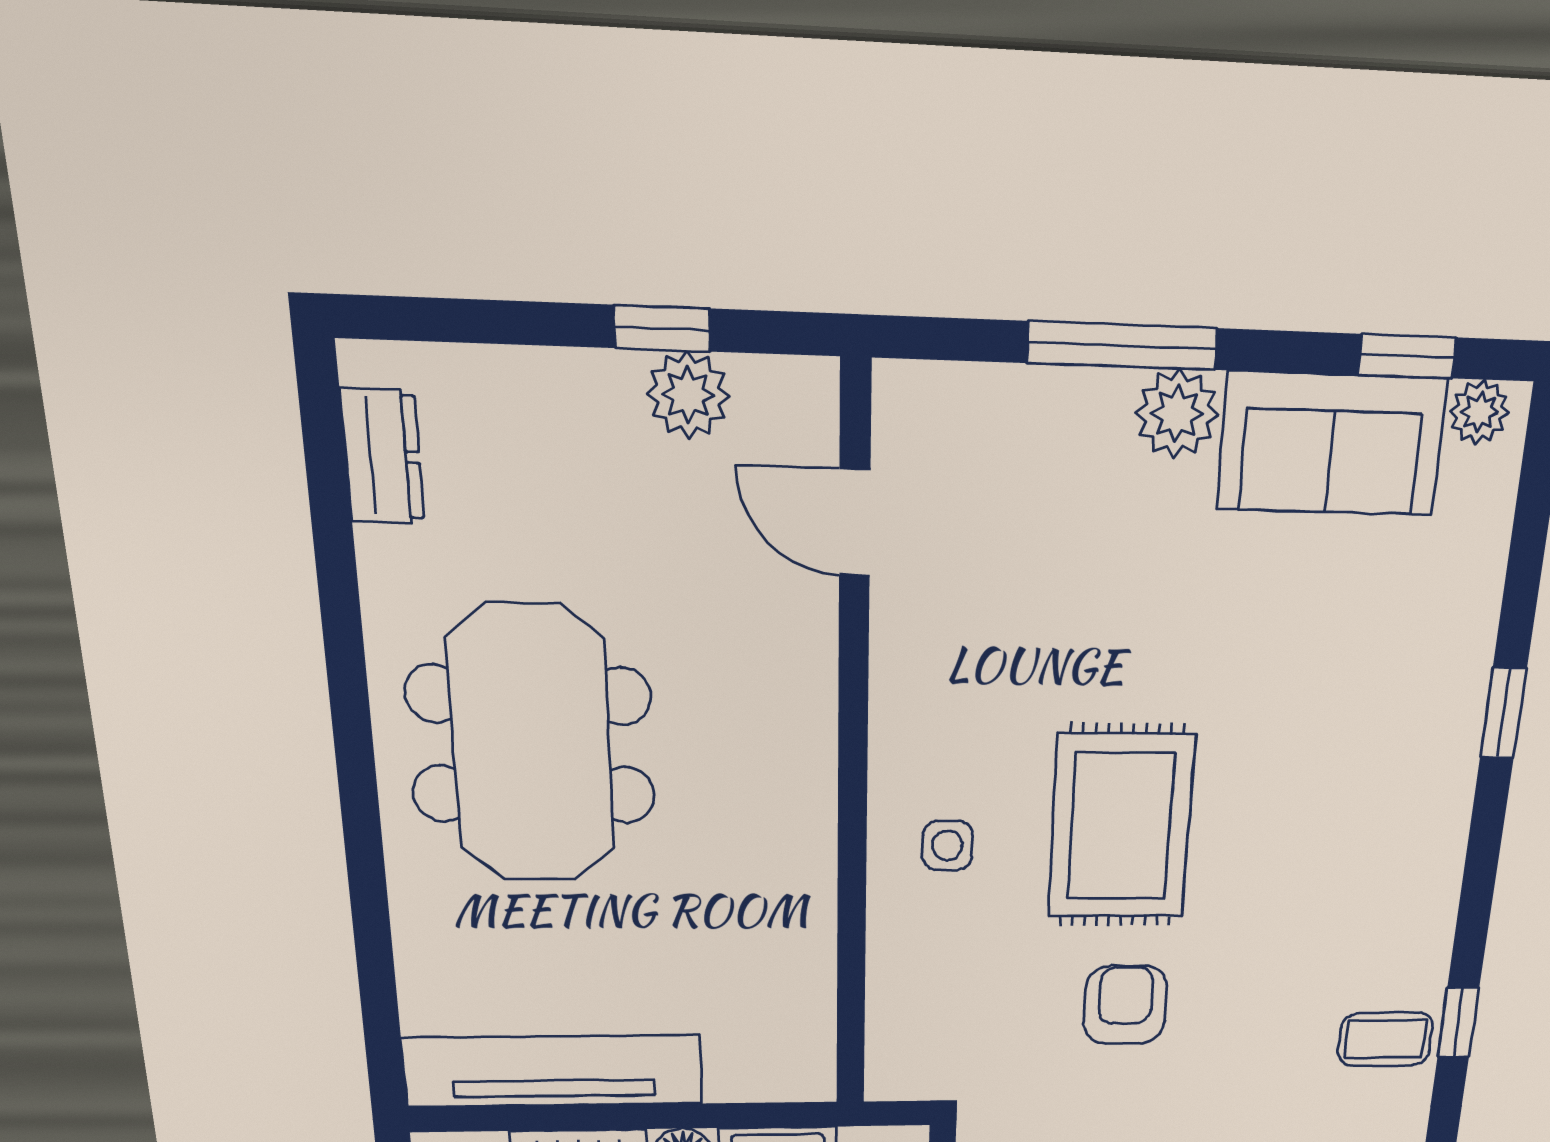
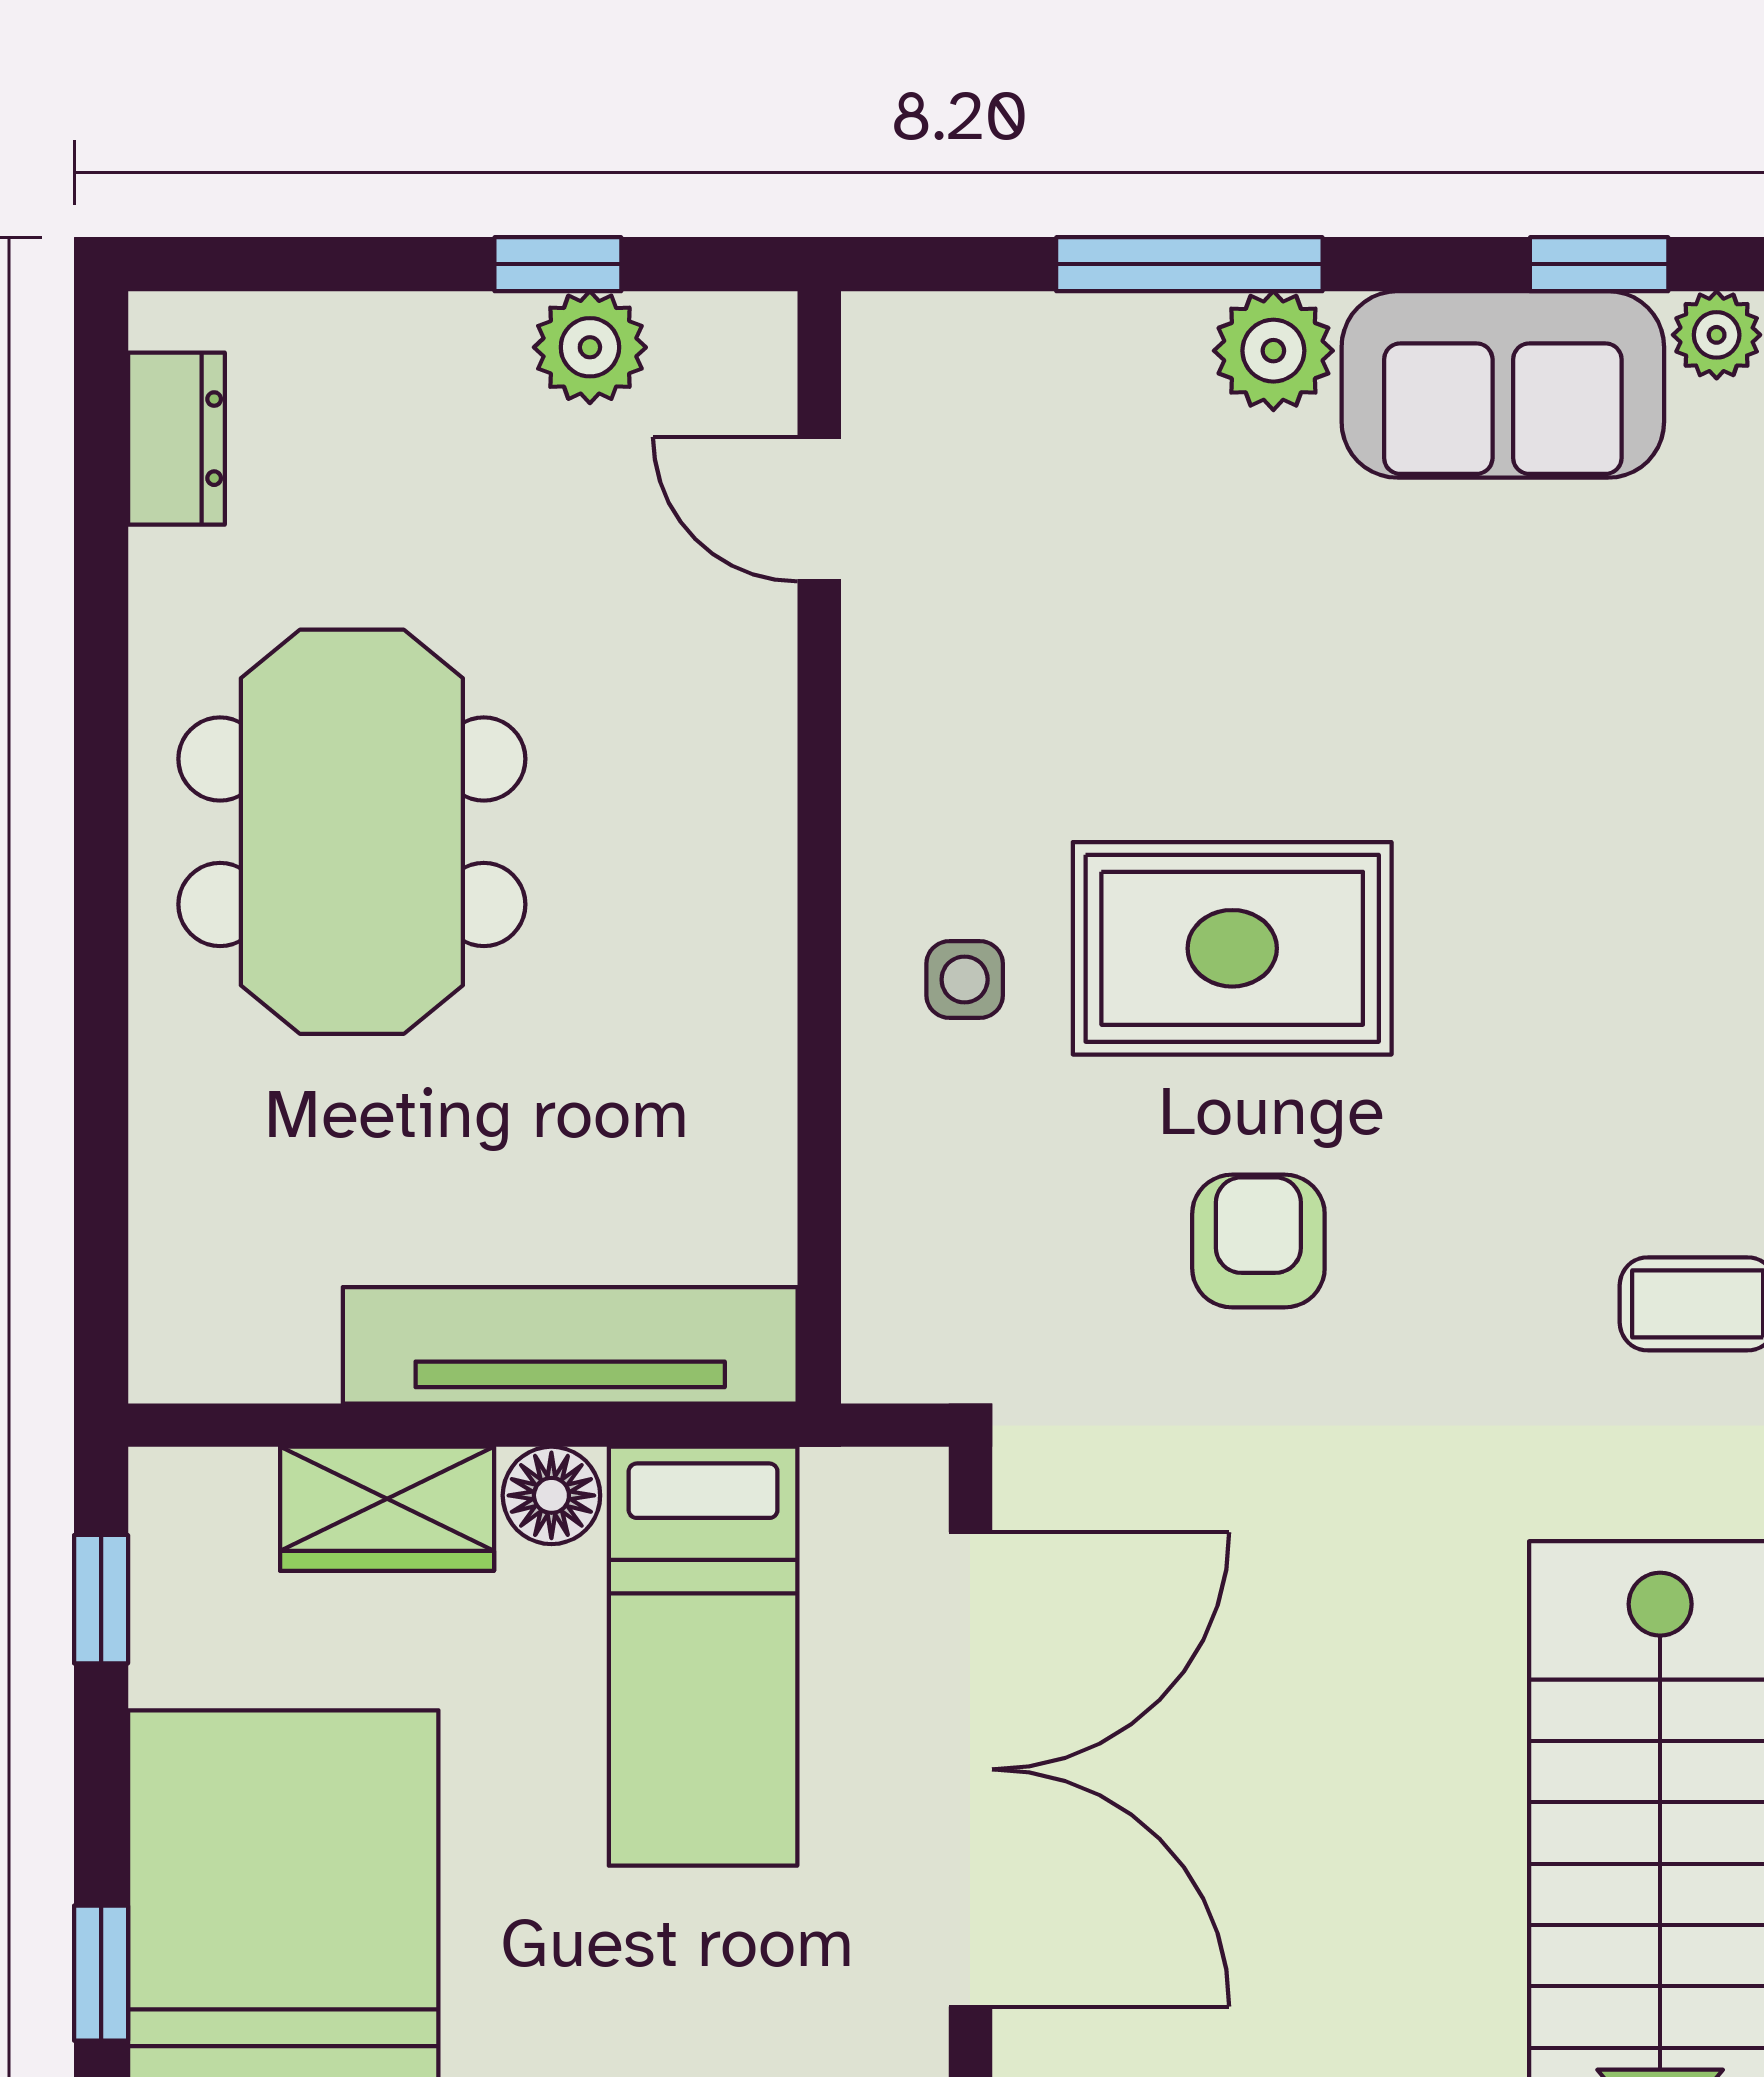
rug: (1121, 826) -> (1232, 948), turned 90
tv unit: (554, 1071) -> (570, 1345), moved

